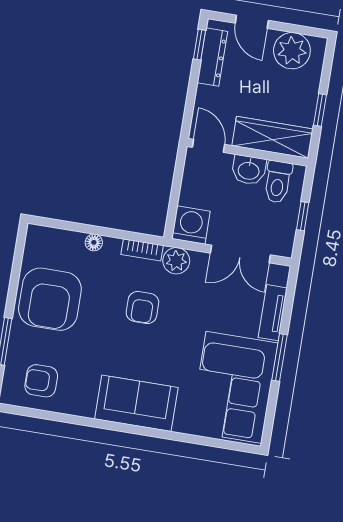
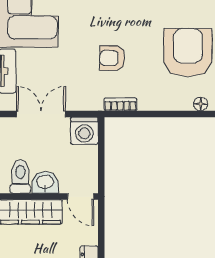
floor lamp: (94, 242) -> (201, 104), moved
plant: (176, 261) -> (91, 100), removed
armchair: (142, 308) -> (112, 58), turned -90

